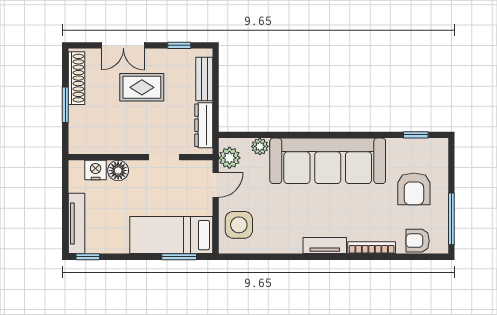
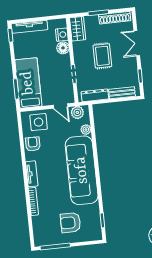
rug: (142, 87) -> (102, 56), moved
wardrobe: (88, 142) -> (78, 29), added
armchair: (418, 241) -> (33, 144), moved

